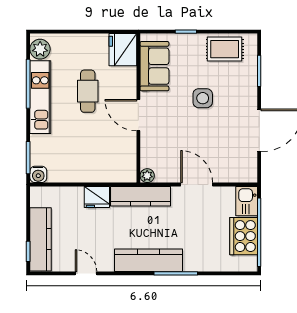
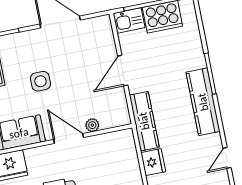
door: (138, 115) -> (69, 138), swing flipped
plant: (147, 176) -> (92, 125), moved

